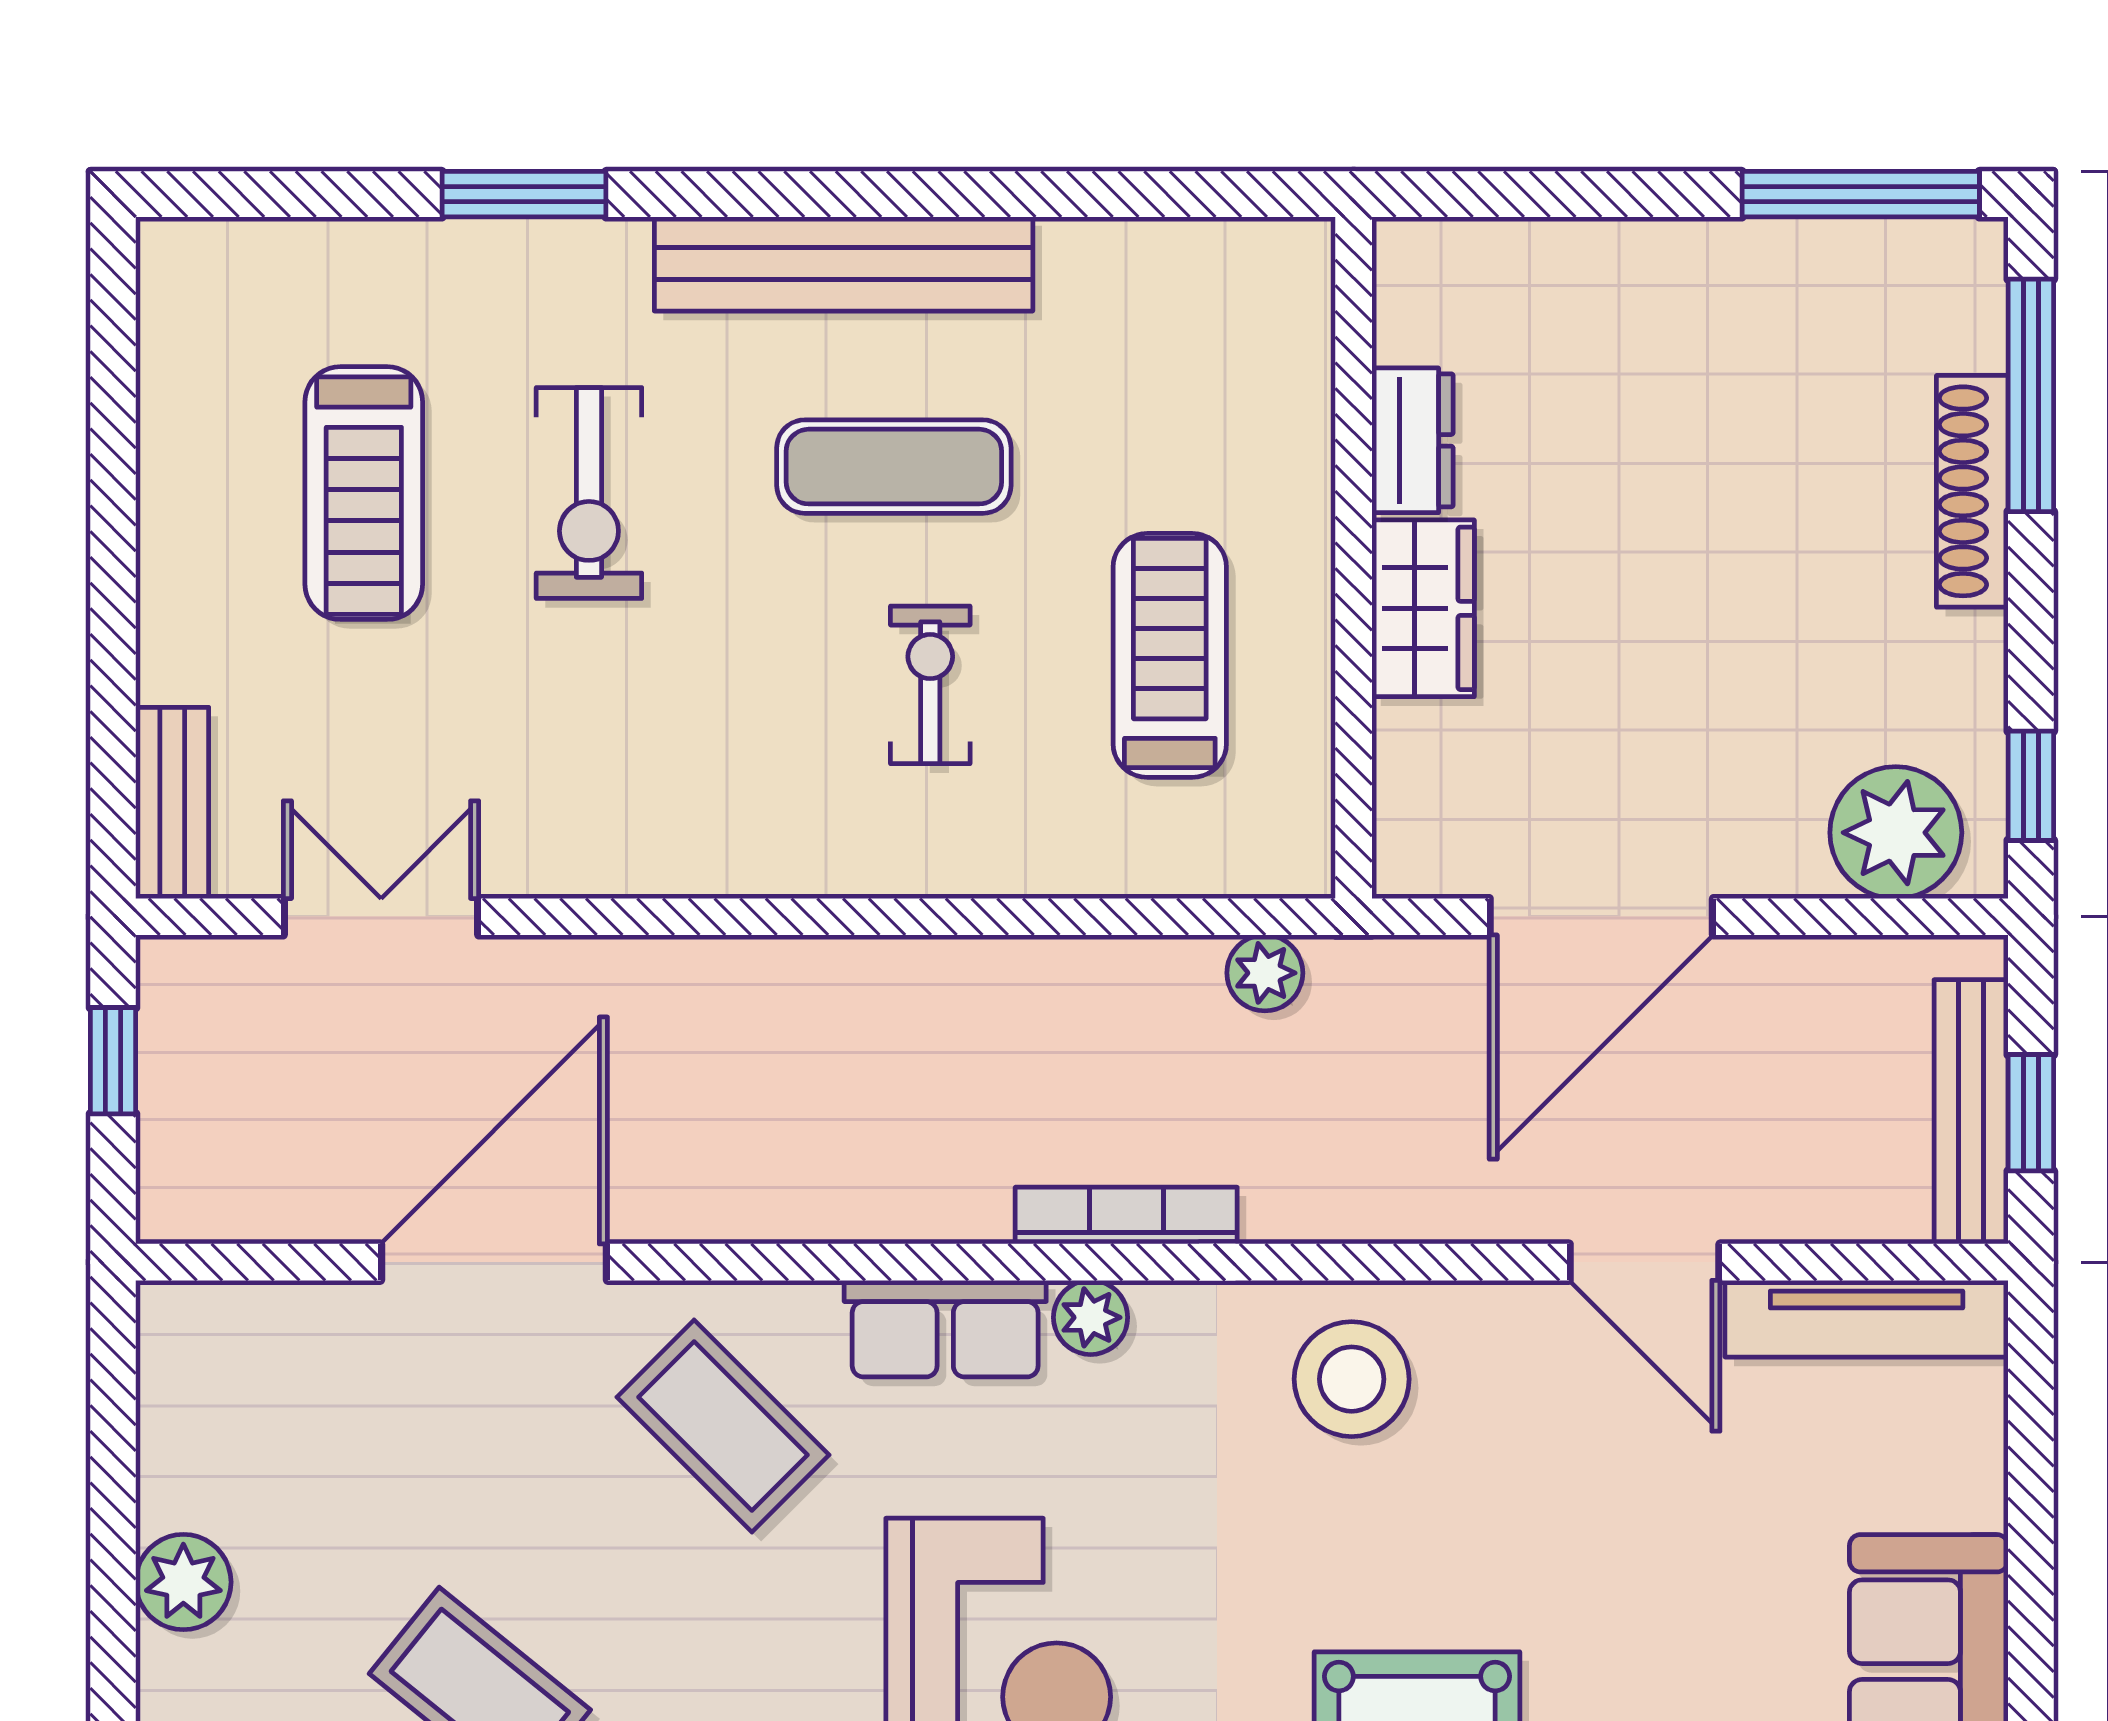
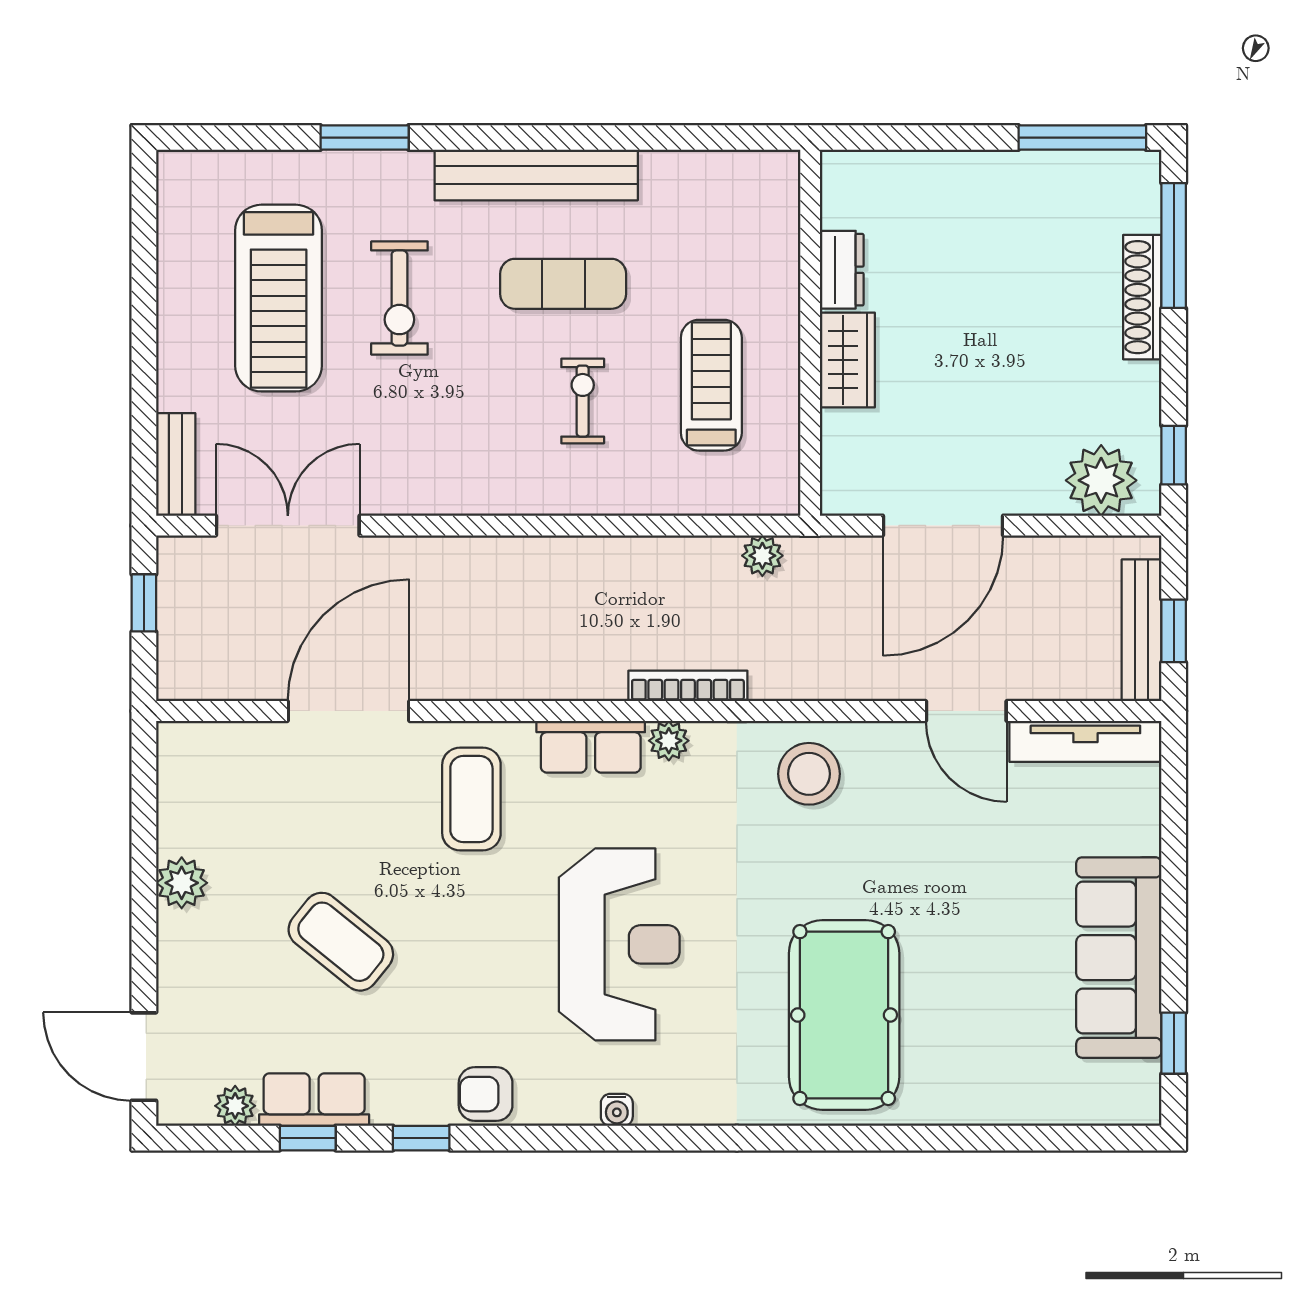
treadmill: (364, 493) -> (279, 298), width x1.37, depth x1.38
double door: (381, 917) -> (288, 526), width x1.37
coffee table: (723, 1426) -> (471, 799), turned 45

